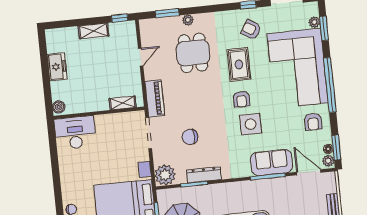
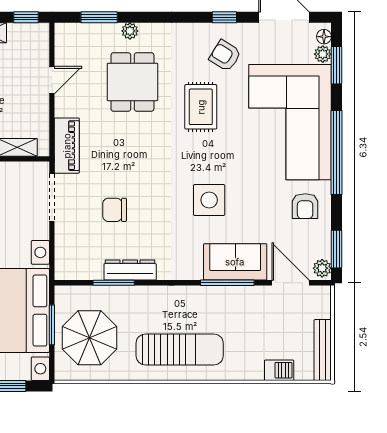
armchair: (241, 99) -> (199, 160), removed
floor lamp: (328, 149) -> (324, 37), moved
plant: (165, 175) -> (71, 264), removed

